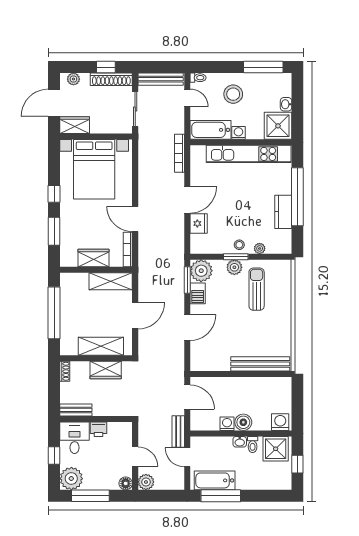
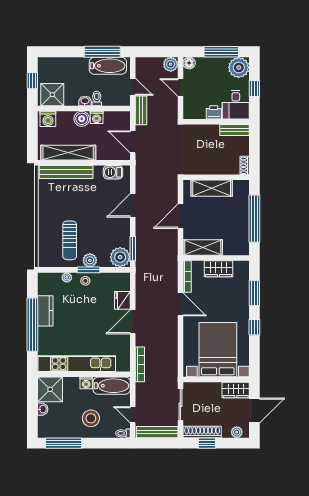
barbecue: (198, 293) -> (113, 172), moved, turned -90
wardrobe: (106, 370) -> (207, 167), removed
shelving: (258, 385) -> (68, 153), added
toilet: (253, 445) -> (97, 98), moved

